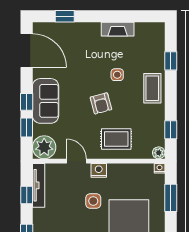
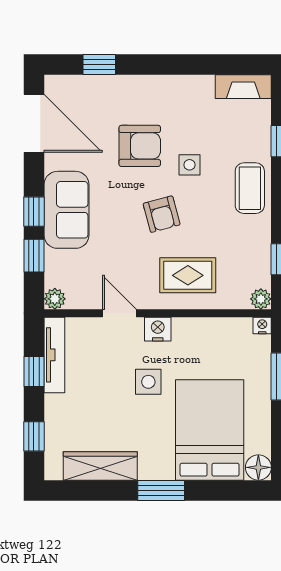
fireplace: (118, 29) -> (243, 87), moved
armchair: (88, 64) -> (140, 146), added
plant: (44, 147) -> (55, 299), width x0.53, depth x0.53

